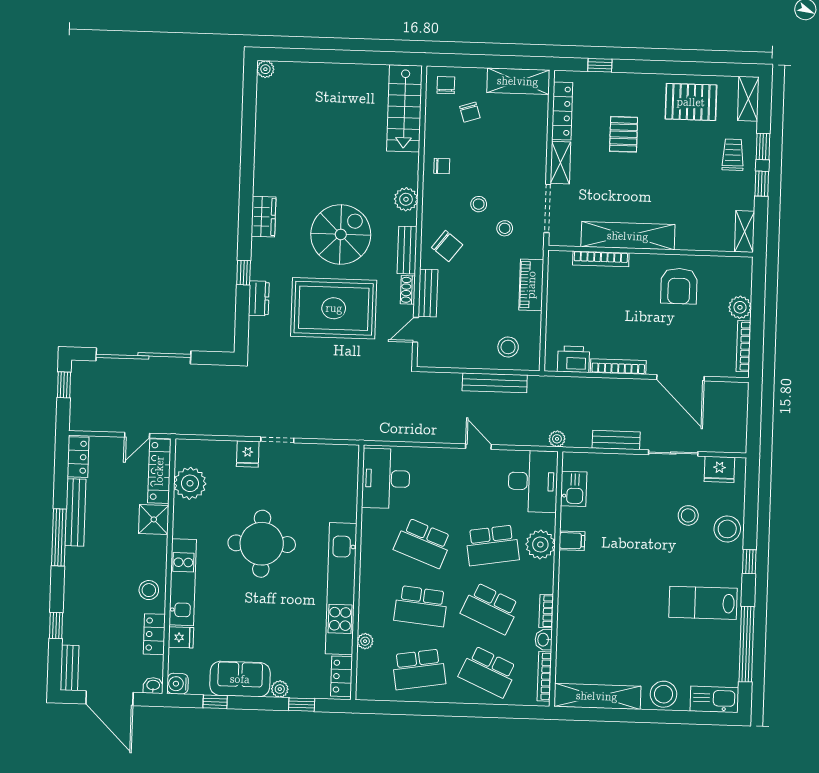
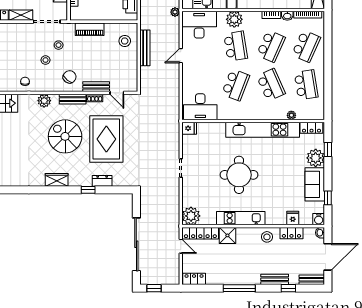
fridge: (248, 454) -> (189, 128), moved
plant: (190, 483) -> (191, 216), moved
bench: (75, 512) -> (275, 279), moved, width x0.73
kitchen unit: (183, 582) -> (241, 218), moved
school desk: (421, 606) -> (271, 85), turned -30
plant: (280, 689) -> (316, 158), width x1.88, depth x1.88

